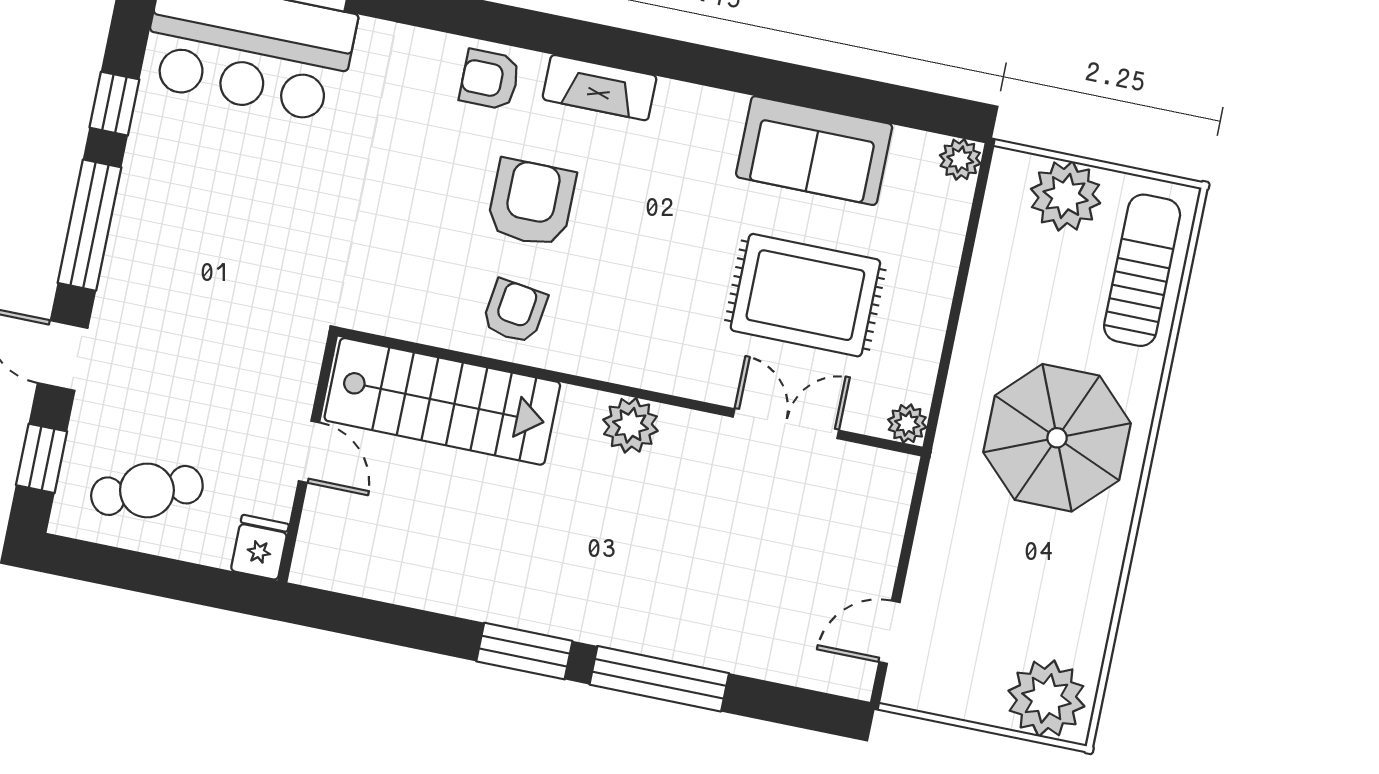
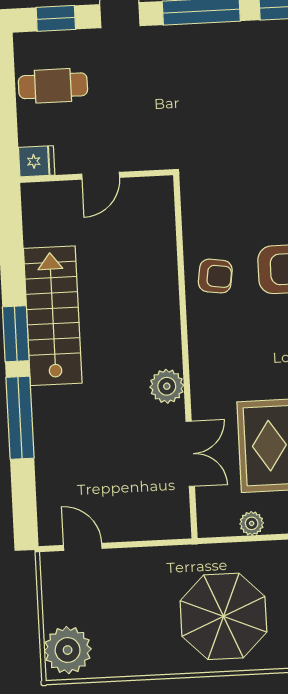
stairs: (442, 401) -> (53, 316), moved, turned 180
plant: (907, 424) -> (252, 523), moved
plant: (630, 425) -> (167, 386), moved
cafe table: (147, 490) -> (53, 86), turned -70

